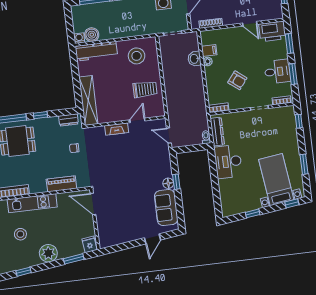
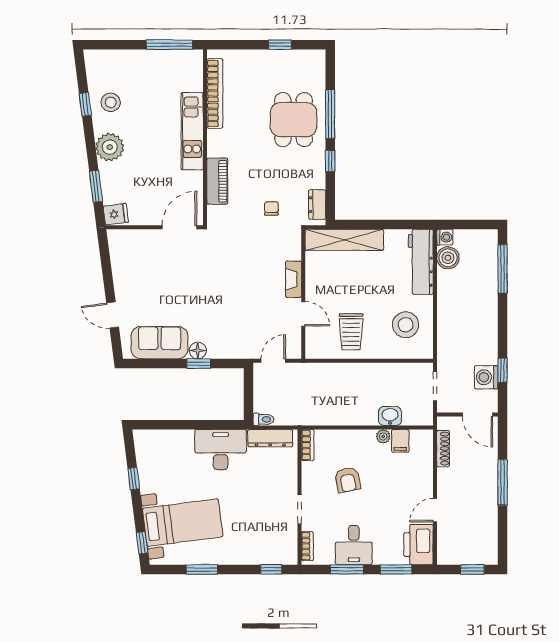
armchair: (237, 80) -> (348, 480), turned -49
stool: (20, 234) -> (111, 102), moved

